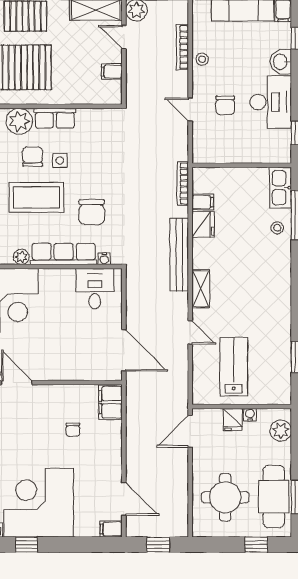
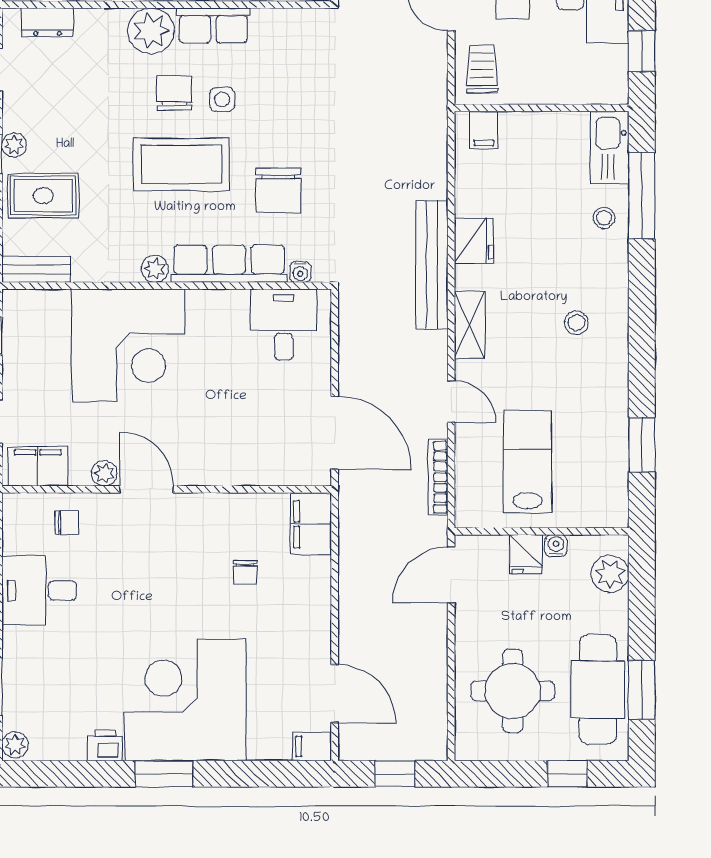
trolley: (208, 143) -> (482, 69), added
bookcase: (183, 184) -> (438, 477), moved
filing cabinet: (203, 202) -> (484, 130), moved, turned 90
fridge: (203, 225) -> (474, 240), moved
stool: (262, 288) -> (576, 323), added
window: (27, 545) -> (164, 774), width x1.50

